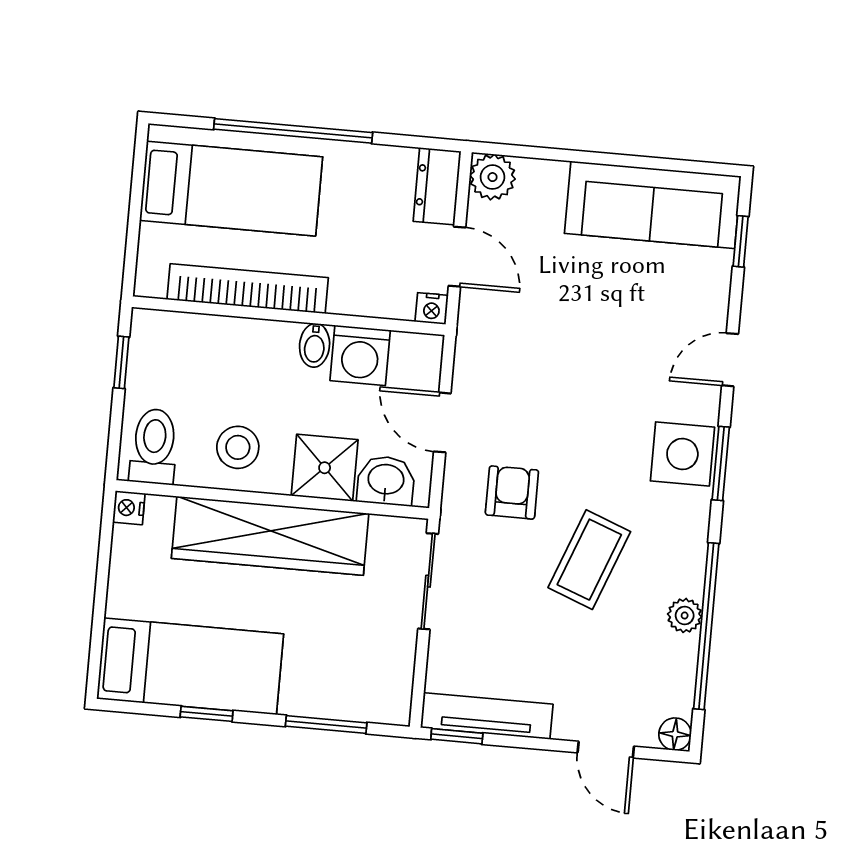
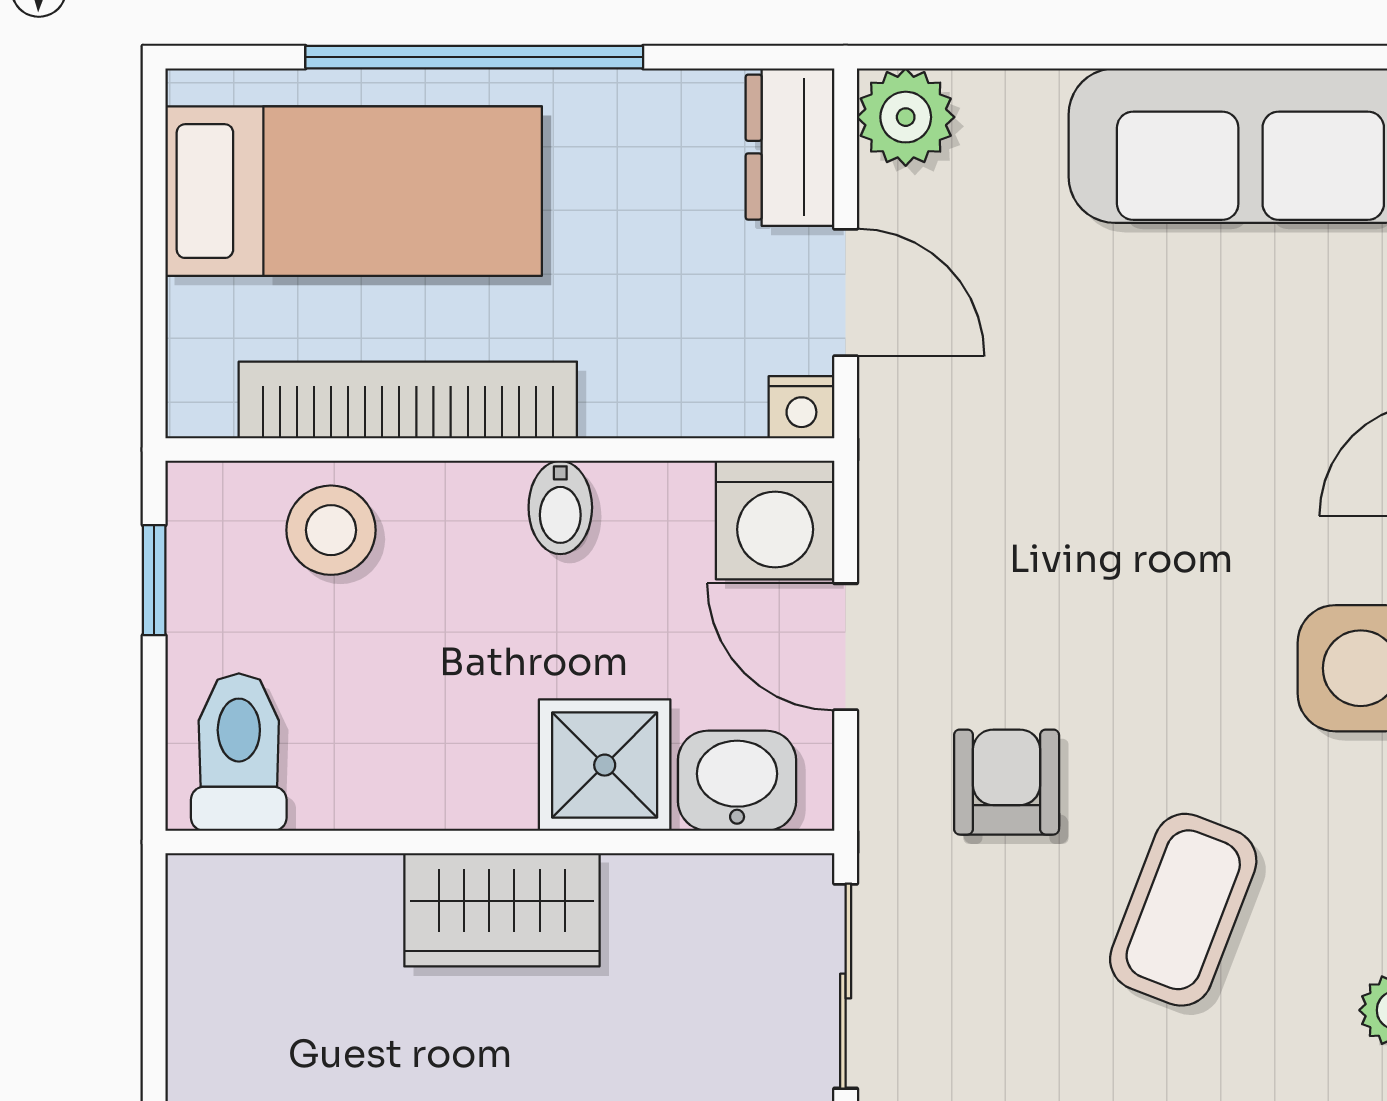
washing machine: (360, 355) -> (775, 520), moved
stool: (238, 447) -> (331, 530), moved
nightstand: (129, 508) -> (197, 887), removed
wardrobe: (270, 536) -> (502, 910), width x0.48, depth x0.85

